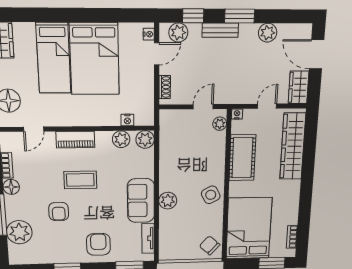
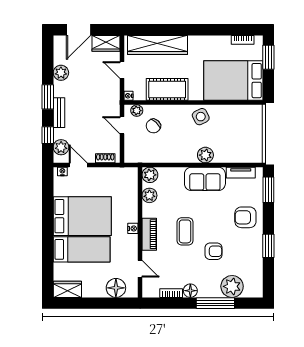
nightstand: (127, 120) -> (133, 228), moved
chair: (210, 245) -> (153, 126), moved

